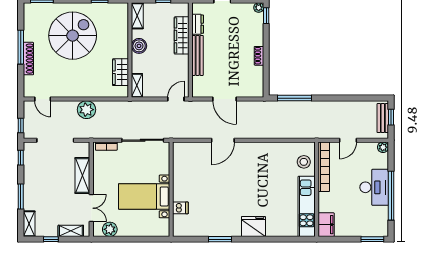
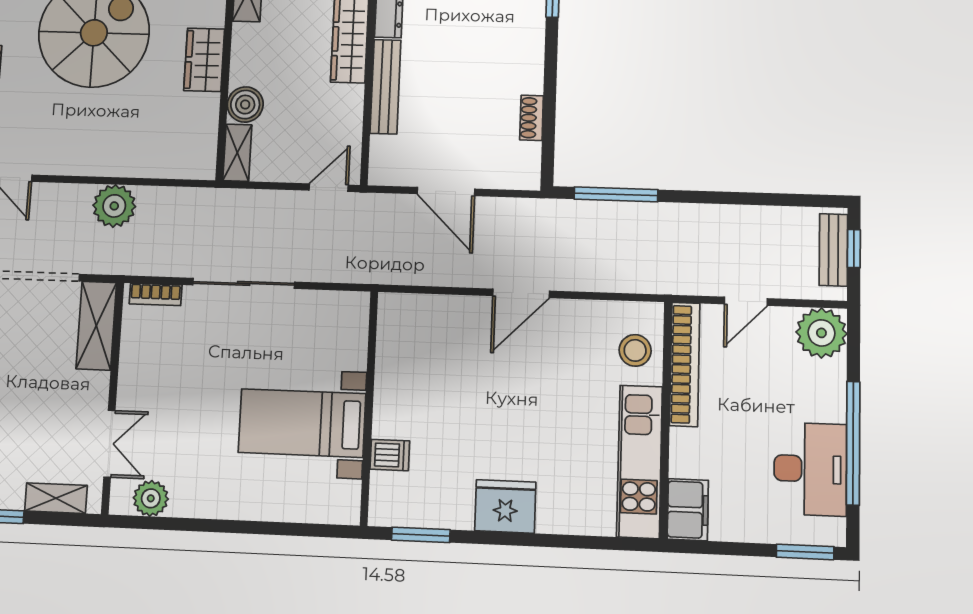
boiler: (139, 46) -> (245, 105), moved
shoe rack: (259, 56) -> (532, 118), moved
wardrobe: (120, 72) -> (204, 60), moved
door: (223, 140) -> (521, 293), moved
plant: (383, 147) -> (821, 333), width x1.88, depth x1.88
shelving: (82, 176) -> (96, 326), moved
desk: (374, 187) -> (810, 469), moved
wall: (171, 189) -> (369, 408), moved
bed with nightstands: (144, 196) -> (302, 423), moved
dishwasher: (180, 208) -> (390, 455), moved

